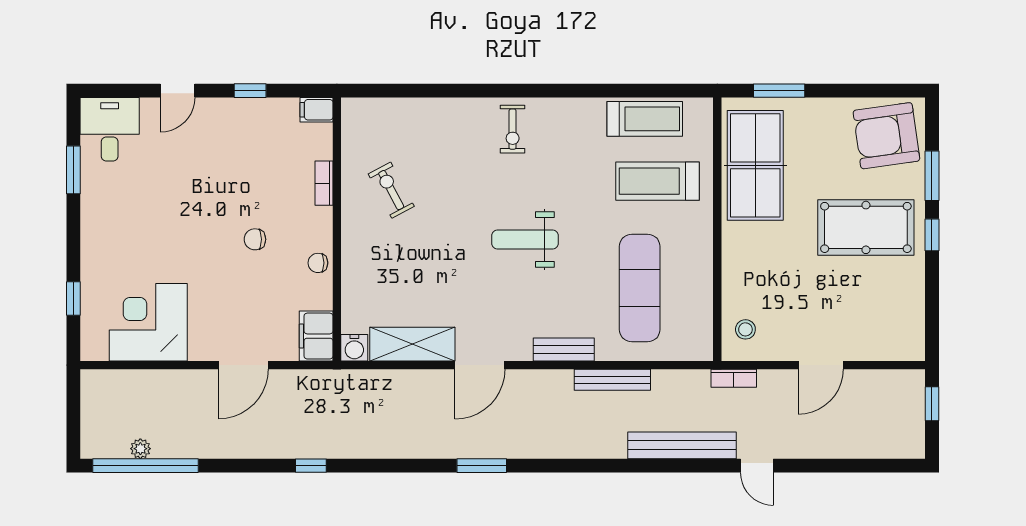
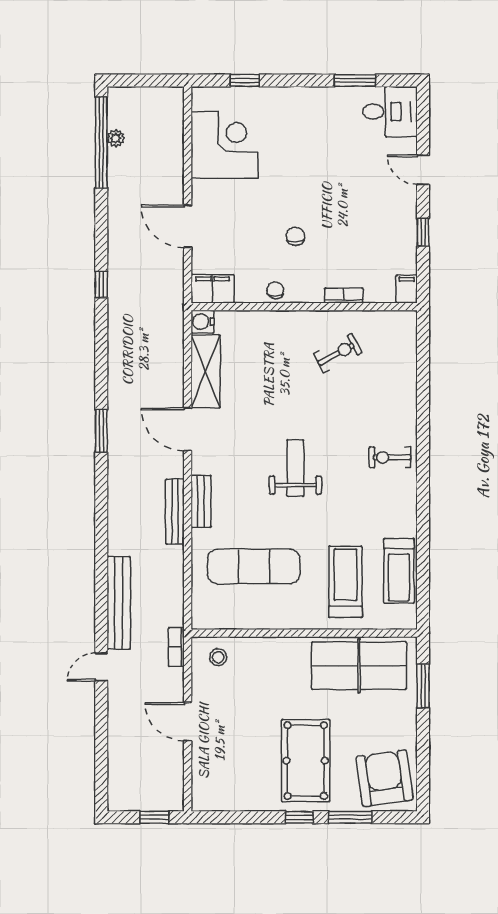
bench: (612, 380) -> (175, 511), moved

